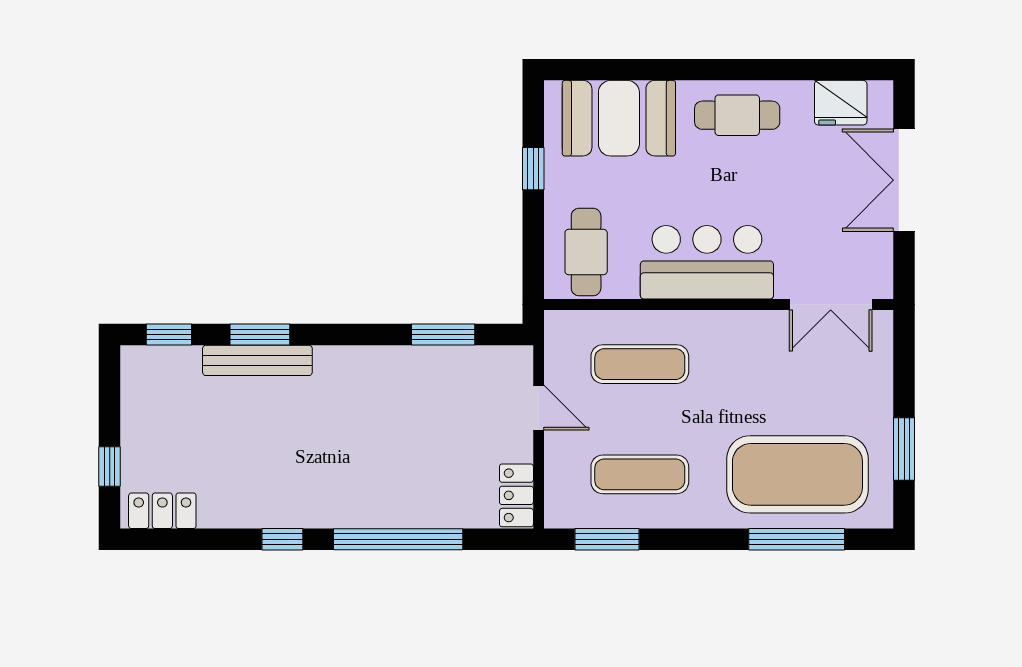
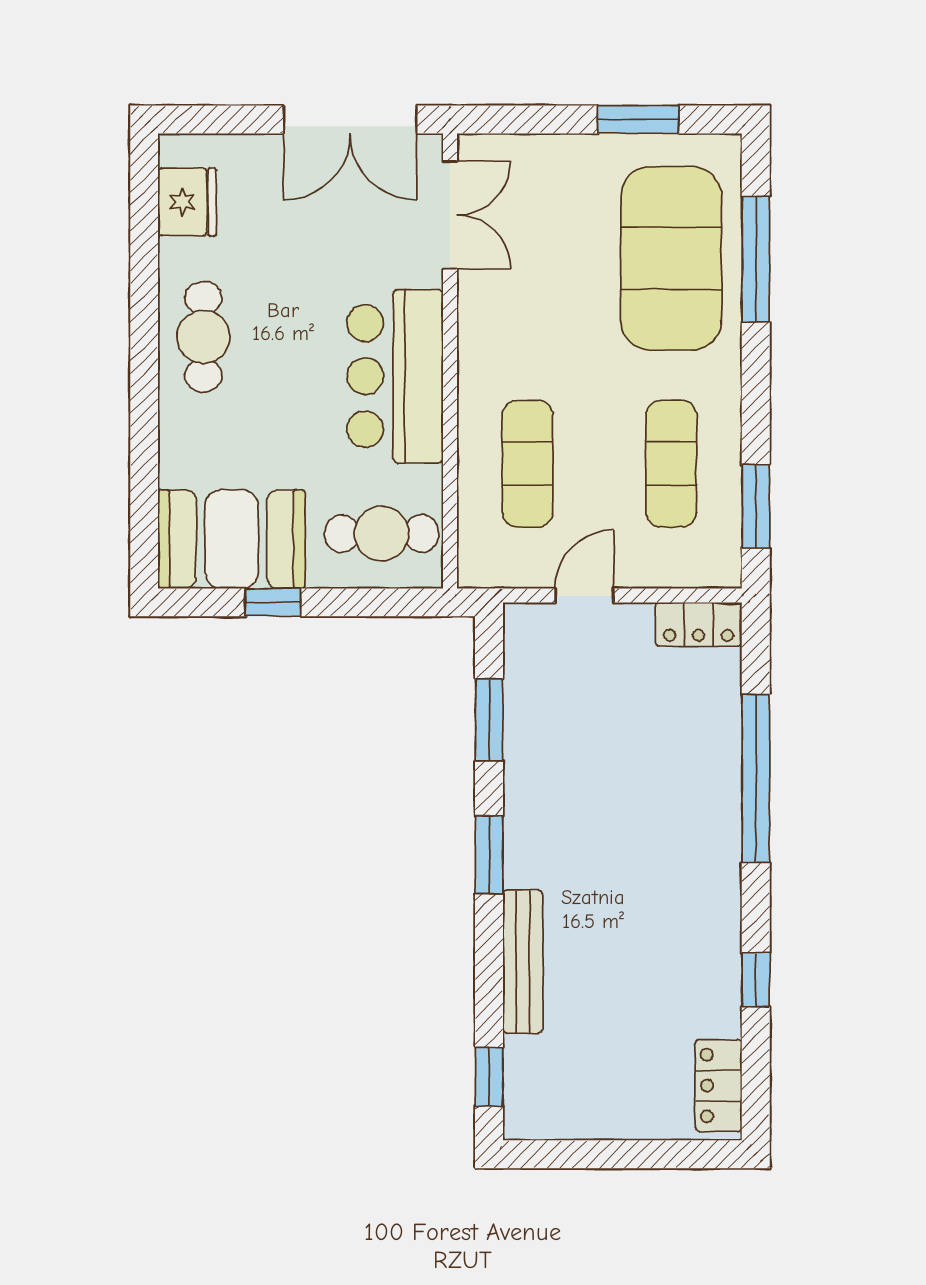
booth: (619, 118) -> (232, 539), moved, turned 90
double door: (904, 180) -> (350, 120), moved
window: (260, 334) -> (489, 855), moved
window: (110, 467) -> (661, 1154), removed
window: (282, 539) -> (756, 980), moved

